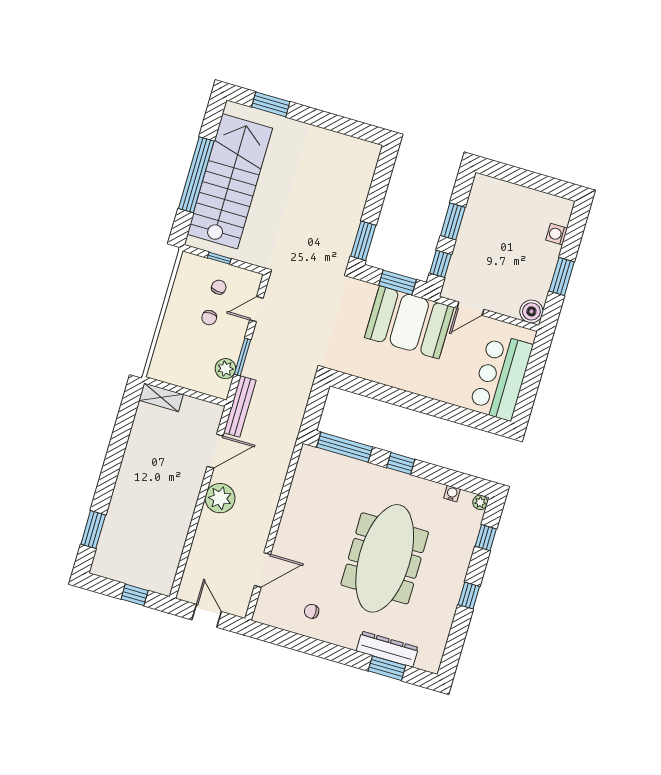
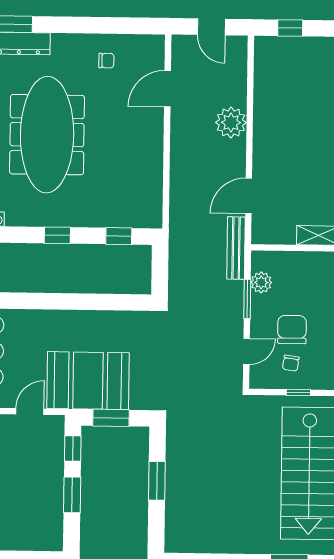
window: (363, 241) -> (157, 481), moved
chair: (209, 318) -> (292, 330), width x1.87, depth x1.87
window: (345, 447) -> (119, 236), width x0.46
plant: (220, 498) -> (231, 123), moved

